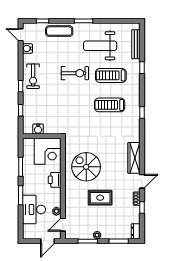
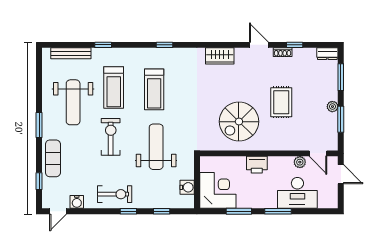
weight bench: (68, 106) -> (156, 147), added
corner desk: (47, 151) -> (218, 190), moved
wardrobe: (134, 158) -> (220, 56), width x0.67

